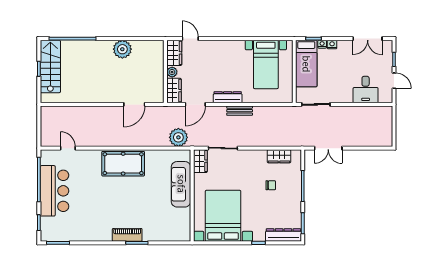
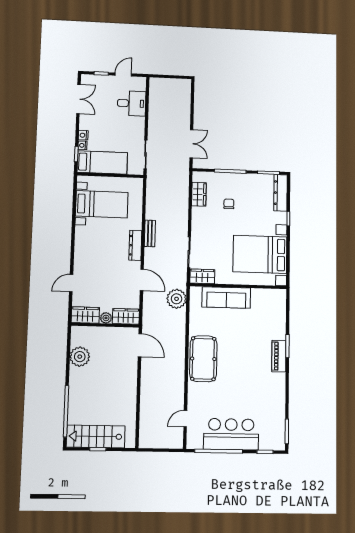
wardrobe: (174, 53) -> (85, 315), moved
wall: (165, 71) -> (105, 325), moved
plant: (172, 72) -> (106, 318), moved
wardrobe: (174, 91) -> (126, 316), moved

